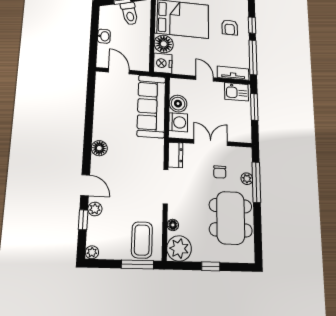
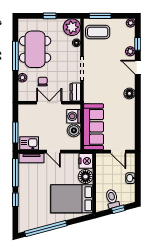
armchair: (230, 27) -> (34, 196), removed
double door: (211, 143) -> (49, 103), swing flipped
window: (256, 182) -> (15, 56), moved
coffee table: (142, 240) -> (98, 32), turned 90

